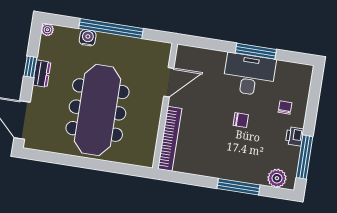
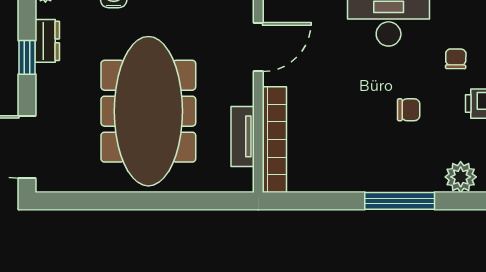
dresser: (42, 74) -> (47, 41), moved
chair: (241, 120) -> (409, 110), moved
tv unit: (151, 134) -> (243, 136), added

